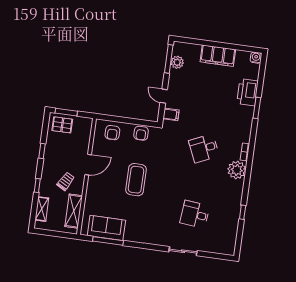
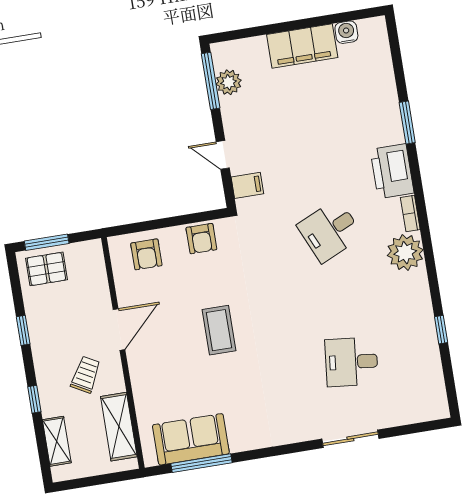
water cooler: (256, 58) -> (346, 32), moved
printer: (247, 92) -> (392, 171), moved
coffee table: (136, 180) -> (219, 330), width x0.73, depth x0.76

